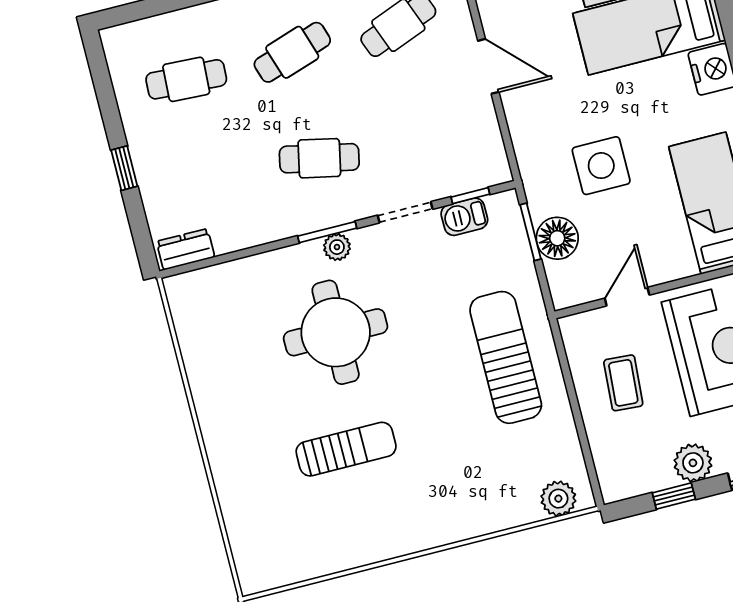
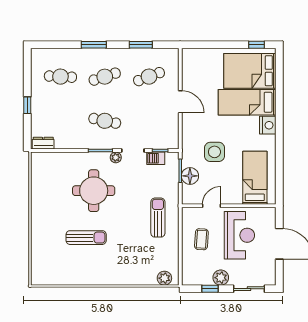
plant: (337, 247) -> (116, 157), moved
sun lounger: (506, 357) -> (158, 218), width x0.73, depth x0.75

